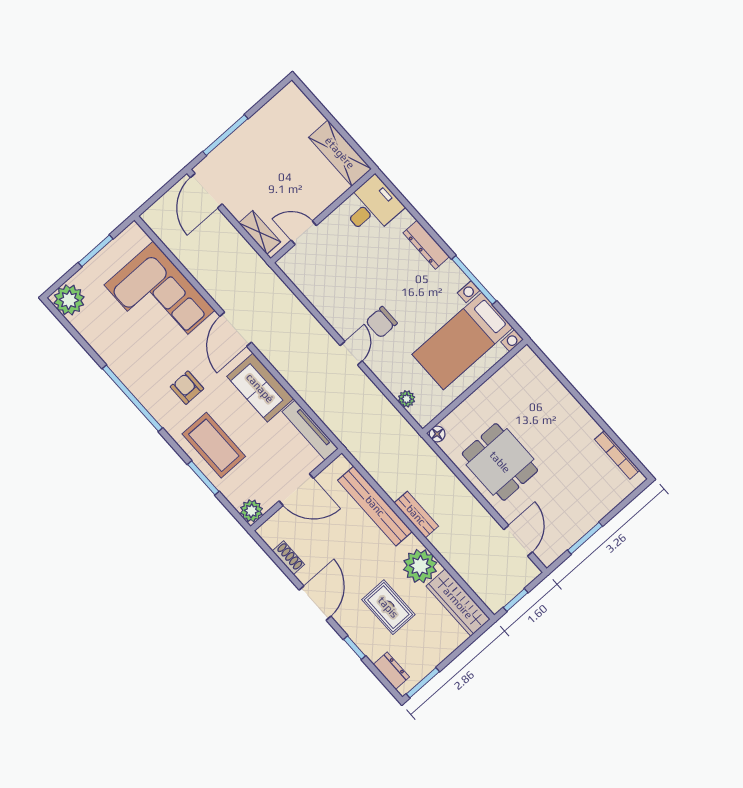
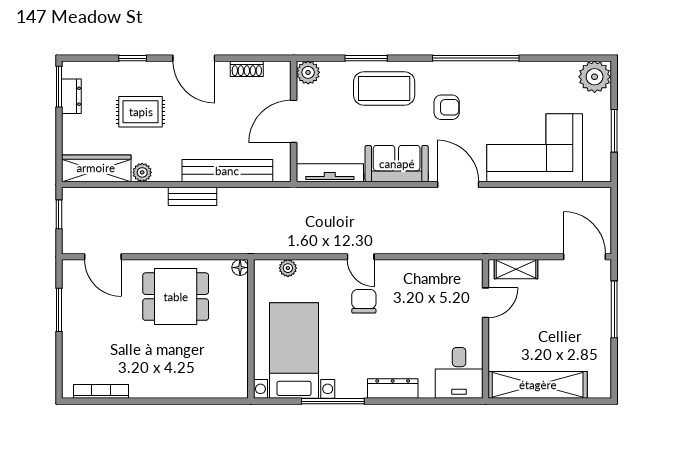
shelving: (340, 153) -> (538, 385), width x1.47
plant: (420, 566) -> (142, 172), width x0.53, depth x0.53
dresser: (391, 671) -> (71, 96), moved, turned -90

